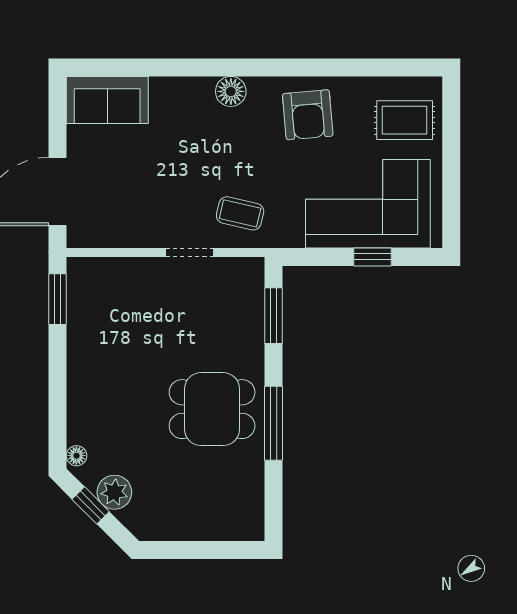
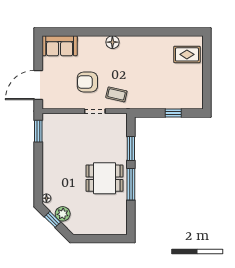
armchair: (308, 115) -> (87, 82), moved, turned 95
corner sofa: (368, 204) -> (171, 90), removed
window: (274, 316) -> (131, 149), moved

